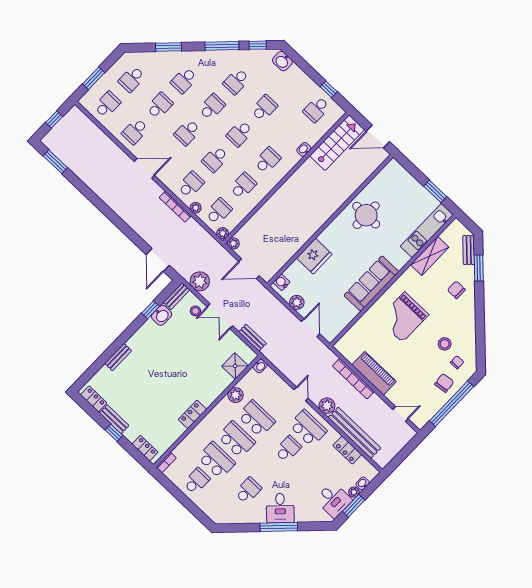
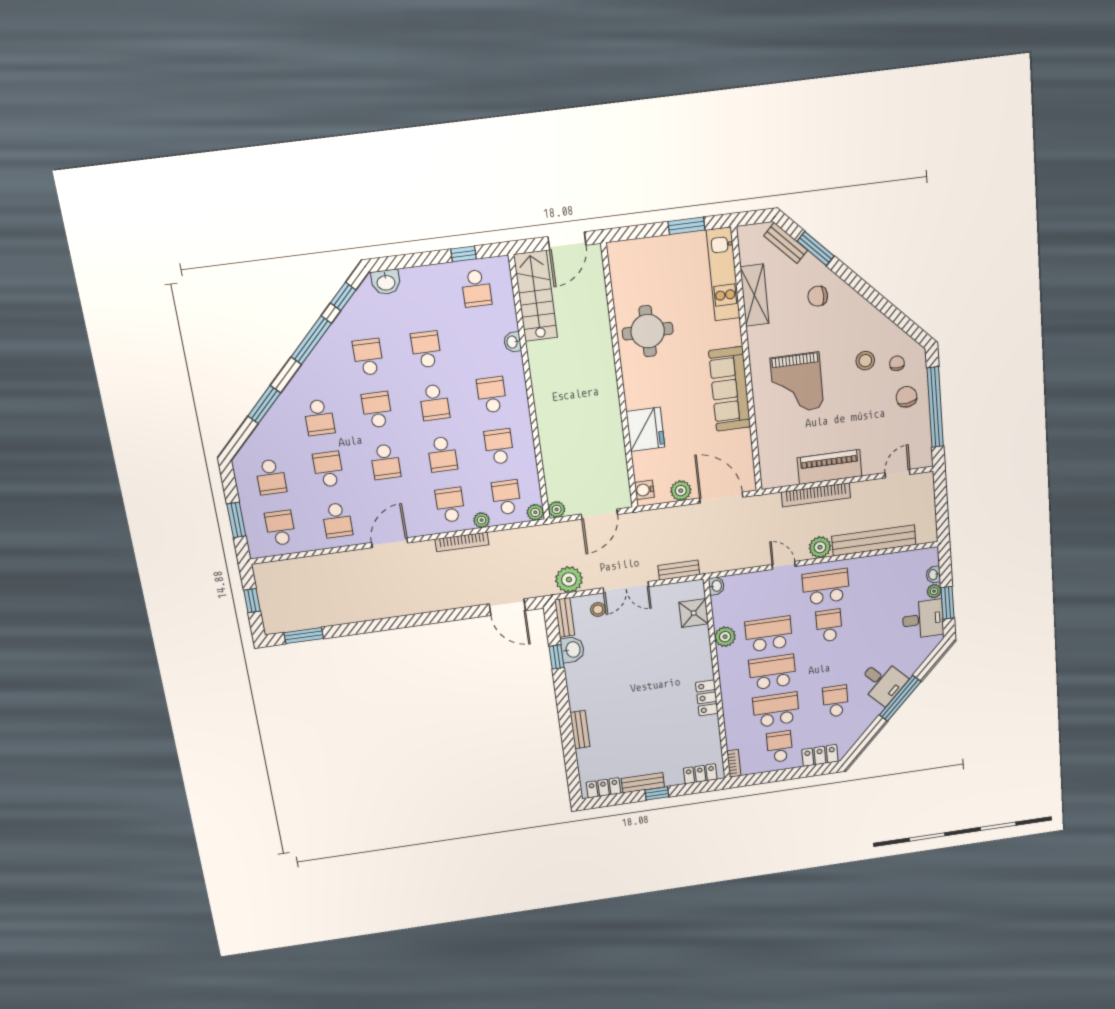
school desk: (236, 81) -> (368, 357), turned 180
door: (311, 328) -> (721, 498), width x1.36
locker: (347, 450) -> (820, 755), moved, turned 180

